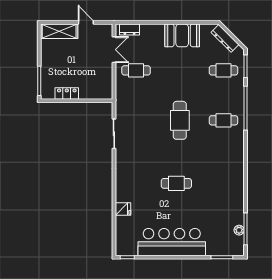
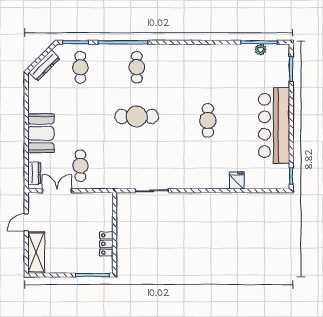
booth: (182, 35) -> (41, 133), moved

